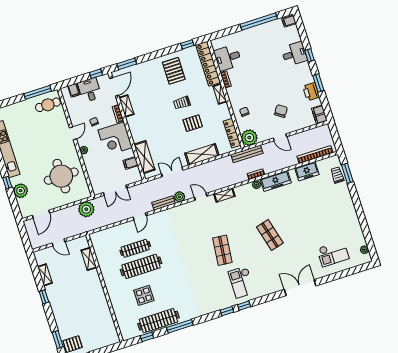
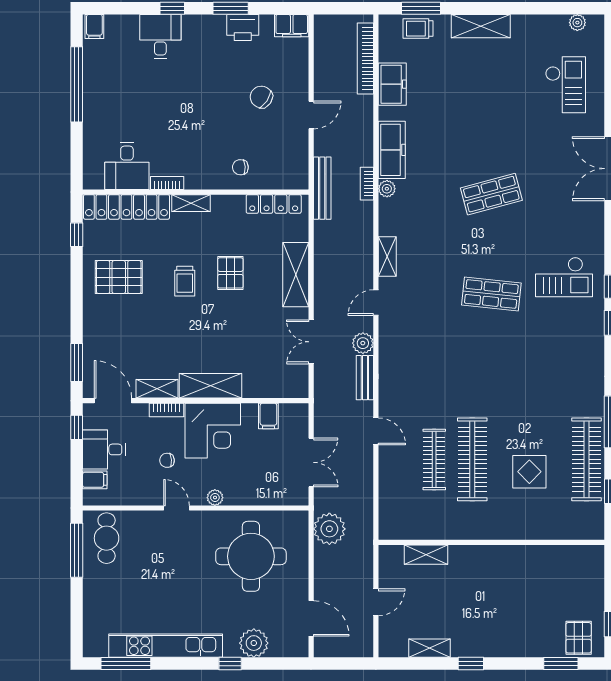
plant: (249, 138) -> (293, 174), removed
shelving: (144, 157) -> (210, 386), moved
shelving: (348, 204) -> (481, 26), added

